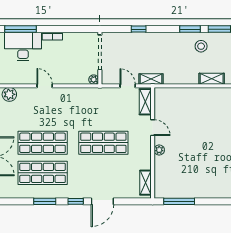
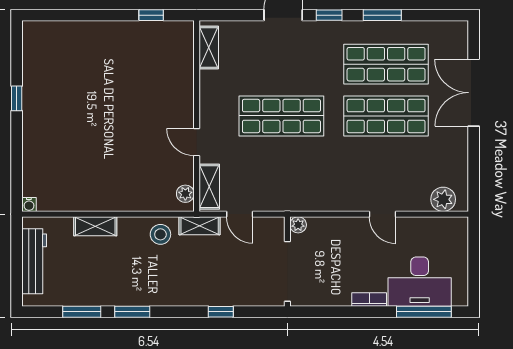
stool: (201, 46) -> (160, 234), moved
plant: (159, 150) -> (185, 194), moved
window: (179, 201) -> (151, 15), width x0.46

